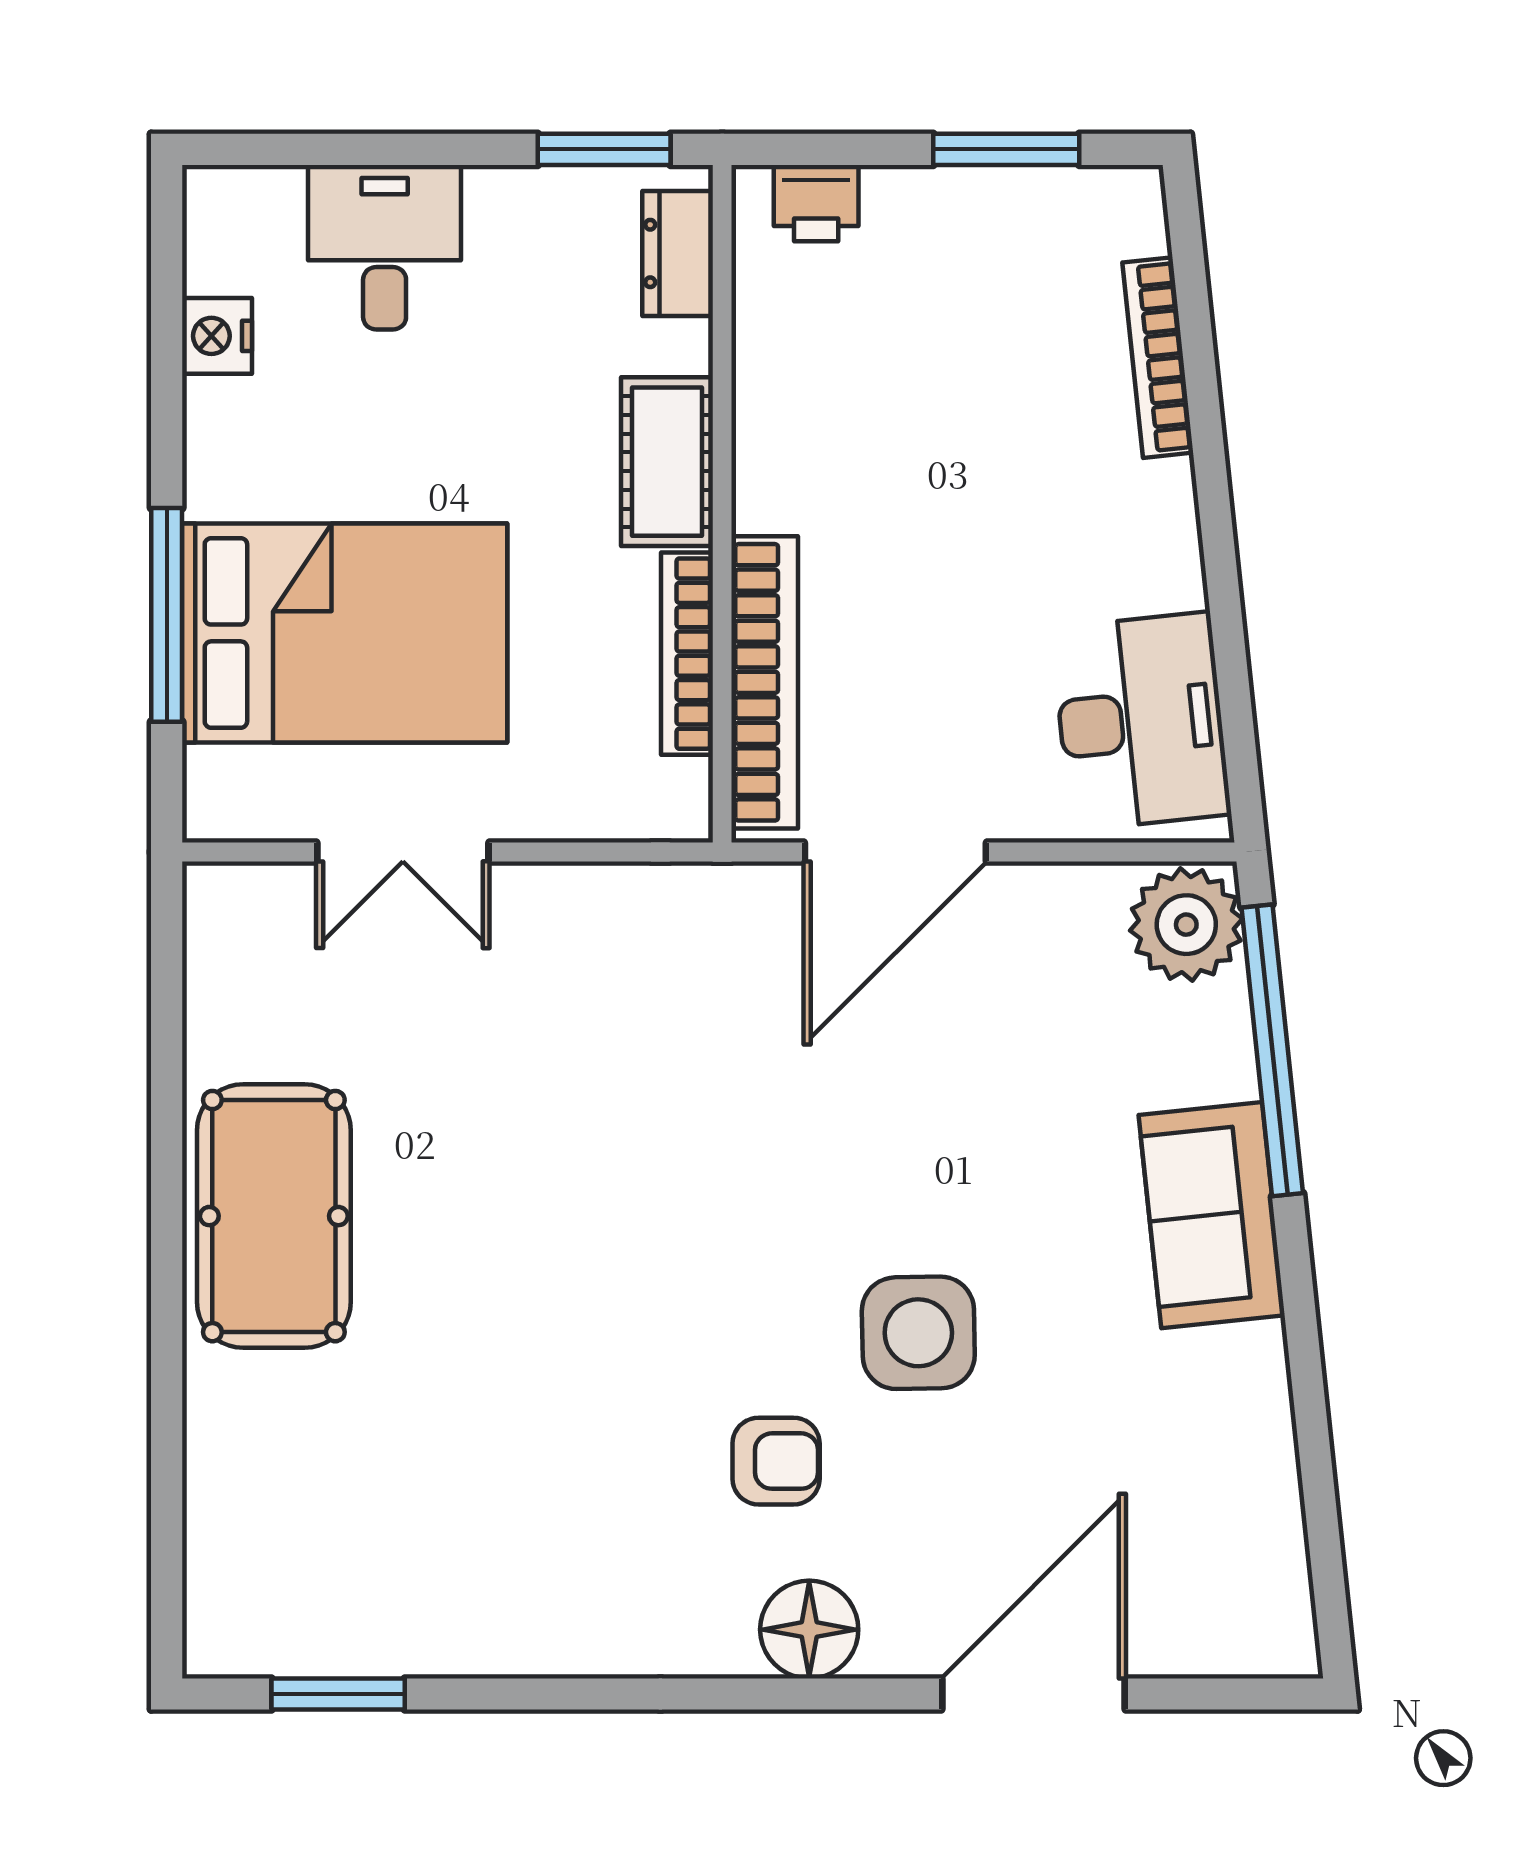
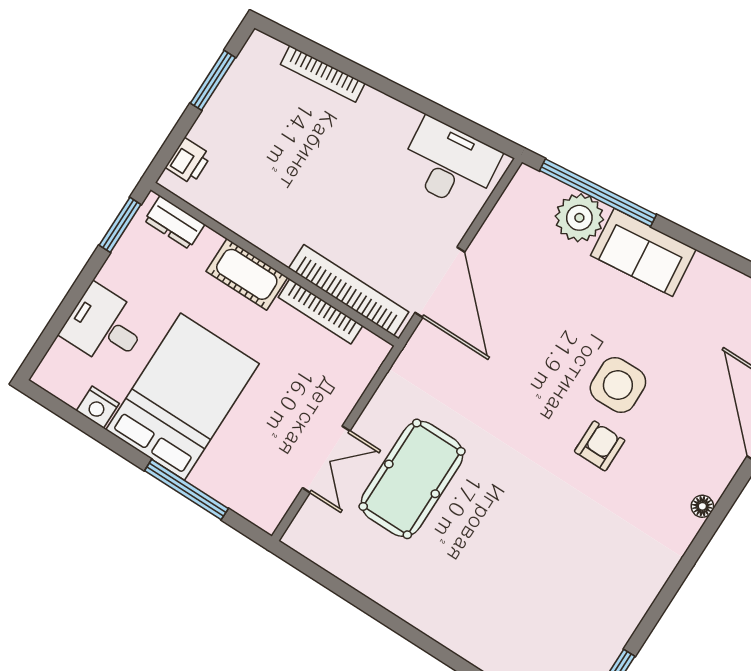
bed: (345, 633) -> (183, 397), moved
plant: (1186, 925) -> (579, 218), moved
pool table: (274, 1216) -> (412, 479), moved, turned 90
armchair: (776, 1461) -> (600, 446), moved
floor lamp: (809, 1630) -> (702, 506), width x0.53, depth x0.53

